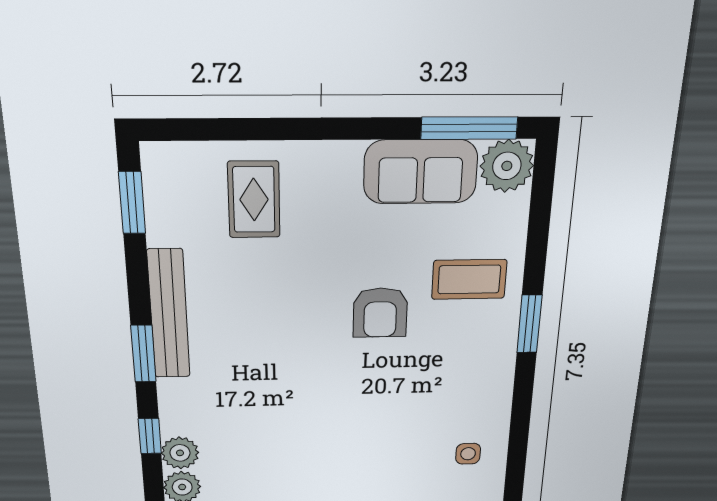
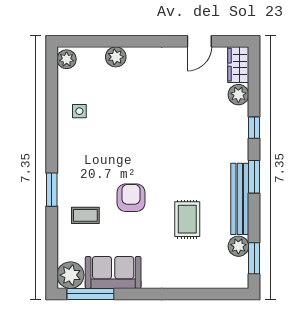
rug: (254, 200) -> (187, 219), moved
coffee table: (469, 279) -> (85, 215), width x0.73, depth x0.77
plant: (180, 453) -> (238, 246), moved

